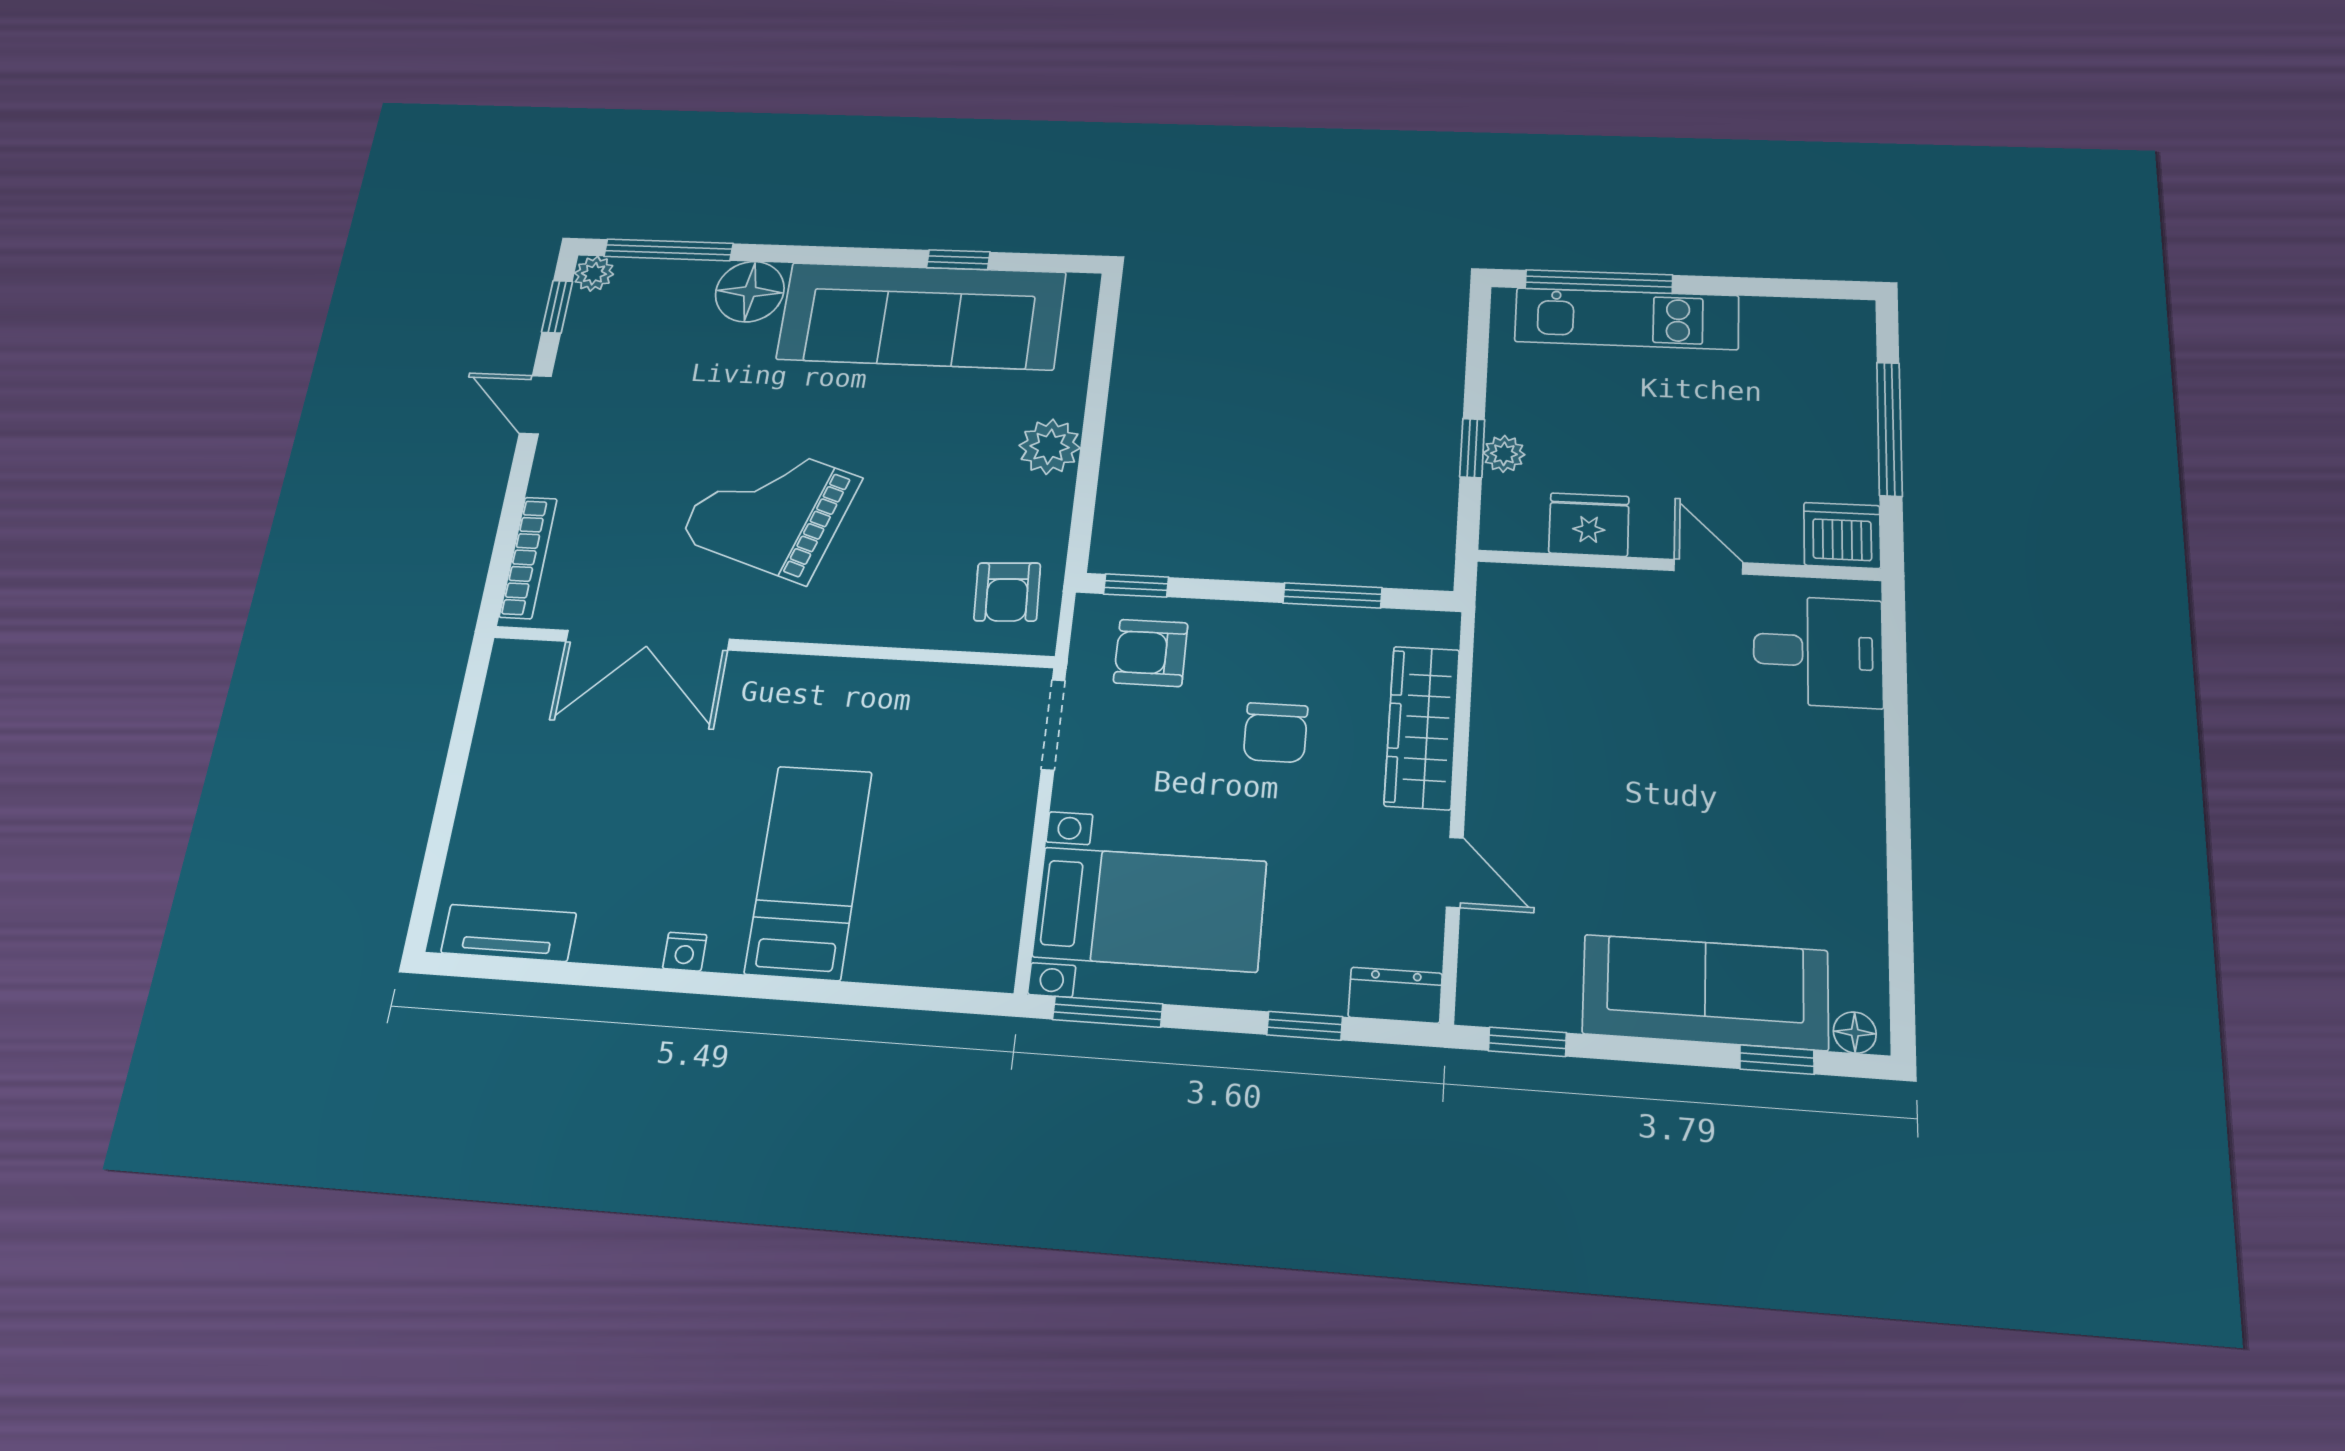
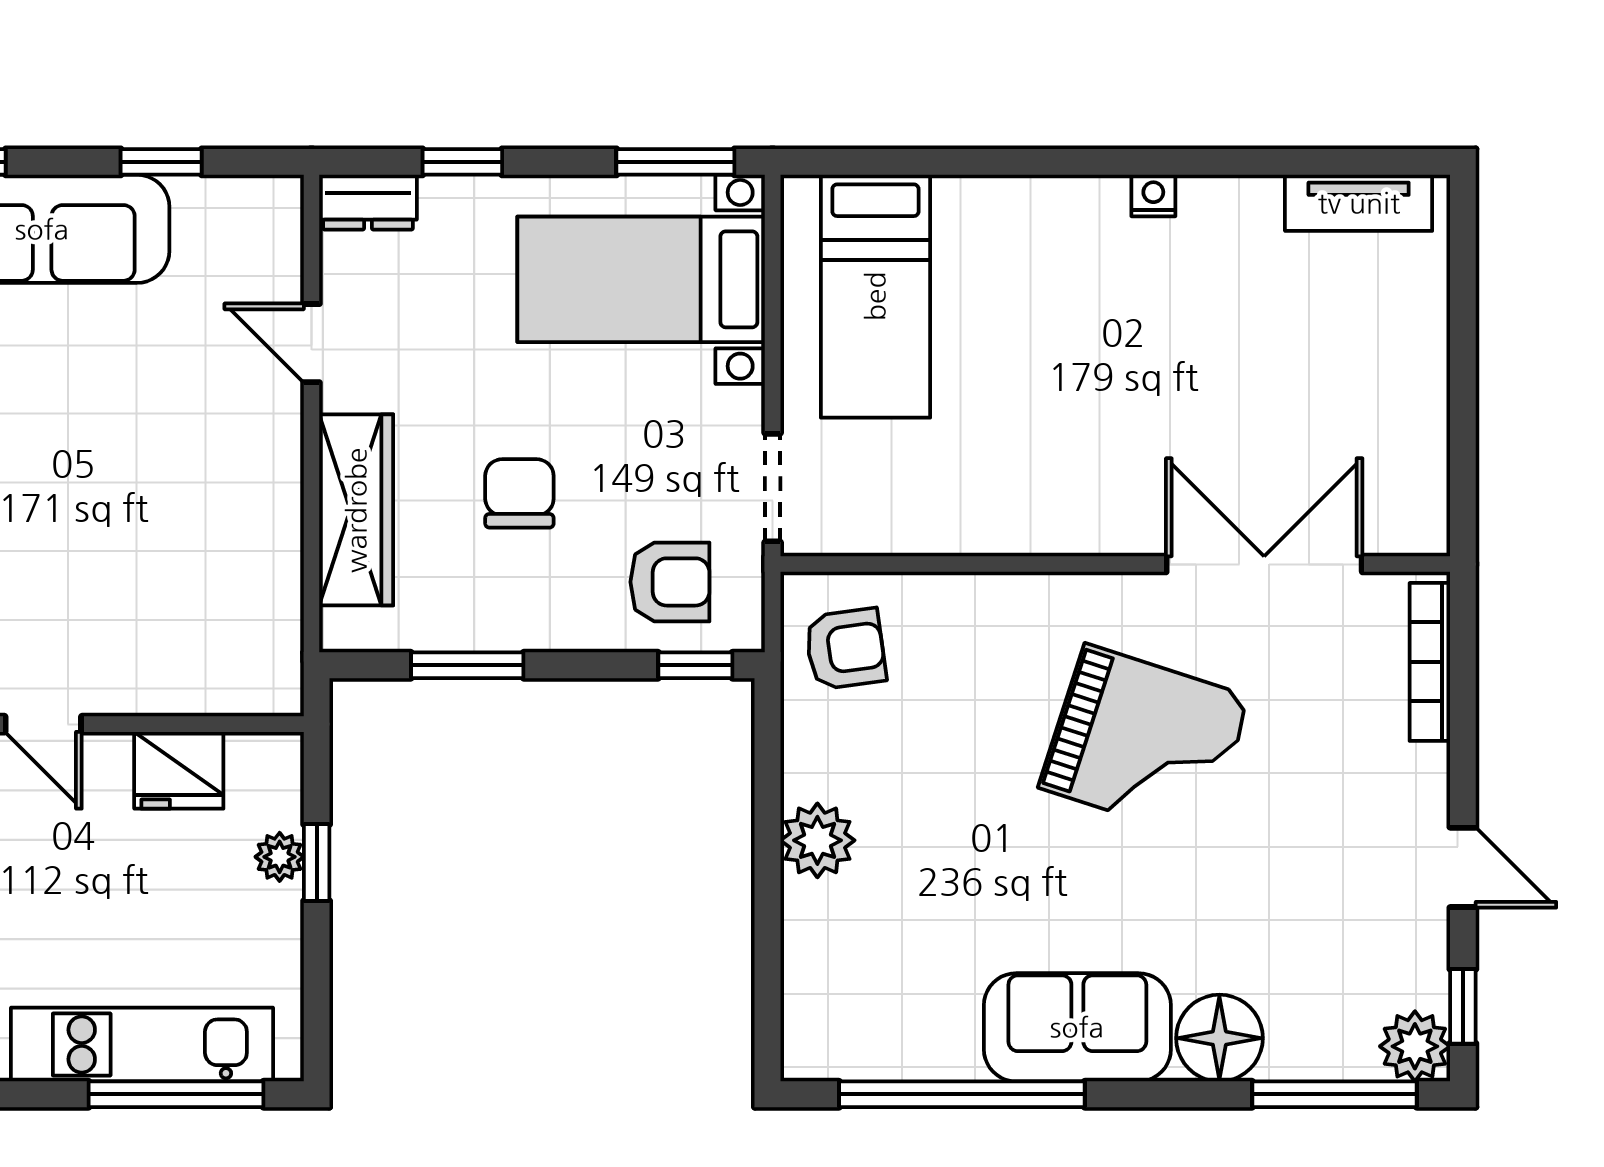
window: (958, 260) -> (962, 1094), width x3.17
plant: (594, 274) -> (1415, 1046), width x1.38, depth x1.38
sofa: (921, 316) -> (1077, 1027), width x0.54, depth x0.79
armchair: (1007, 592) -> (845, 649), turned 85
bed: (809, 872) -> (875, 296), moved
window: (1527, 1042) -> (161, 162), moved

